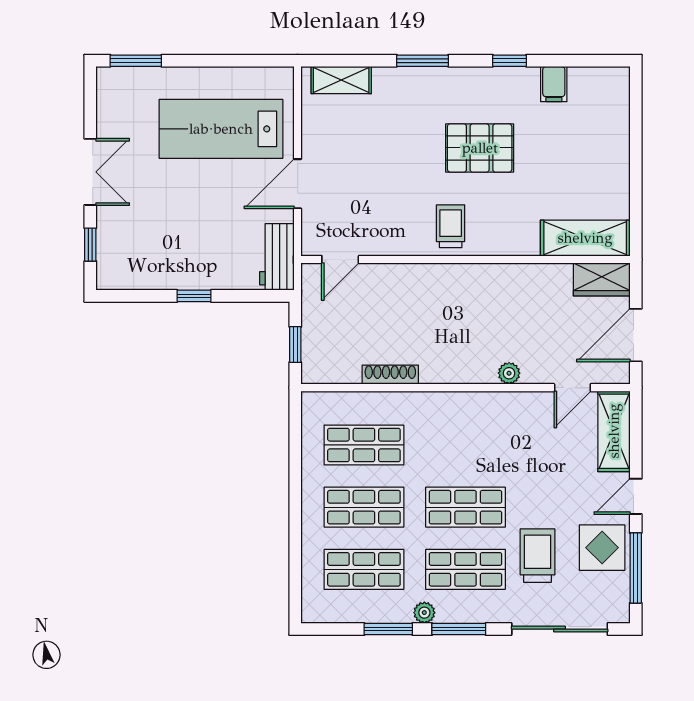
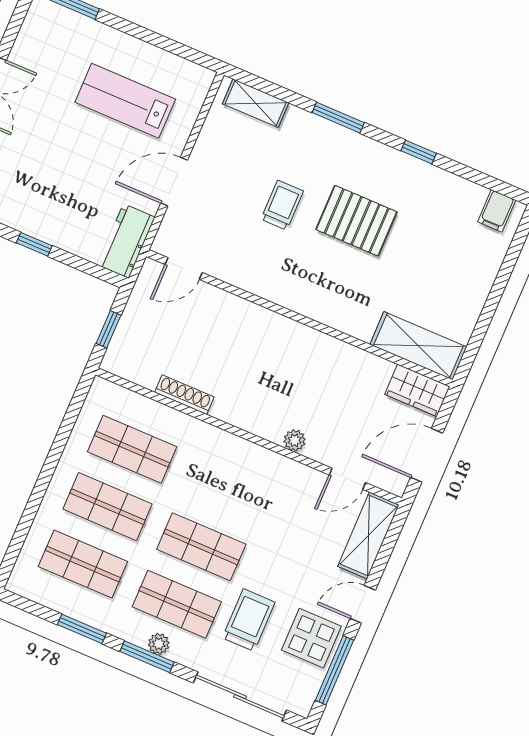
filing cabinet: (554, 84) -> (497, 211), moved
lab bench: (221, 129) -> (125, 101), width x0.73, depth x0.72
trolley: (451, 226) -> (282, 205), moved
plant: (424, 613) -> (159, 644), moved

